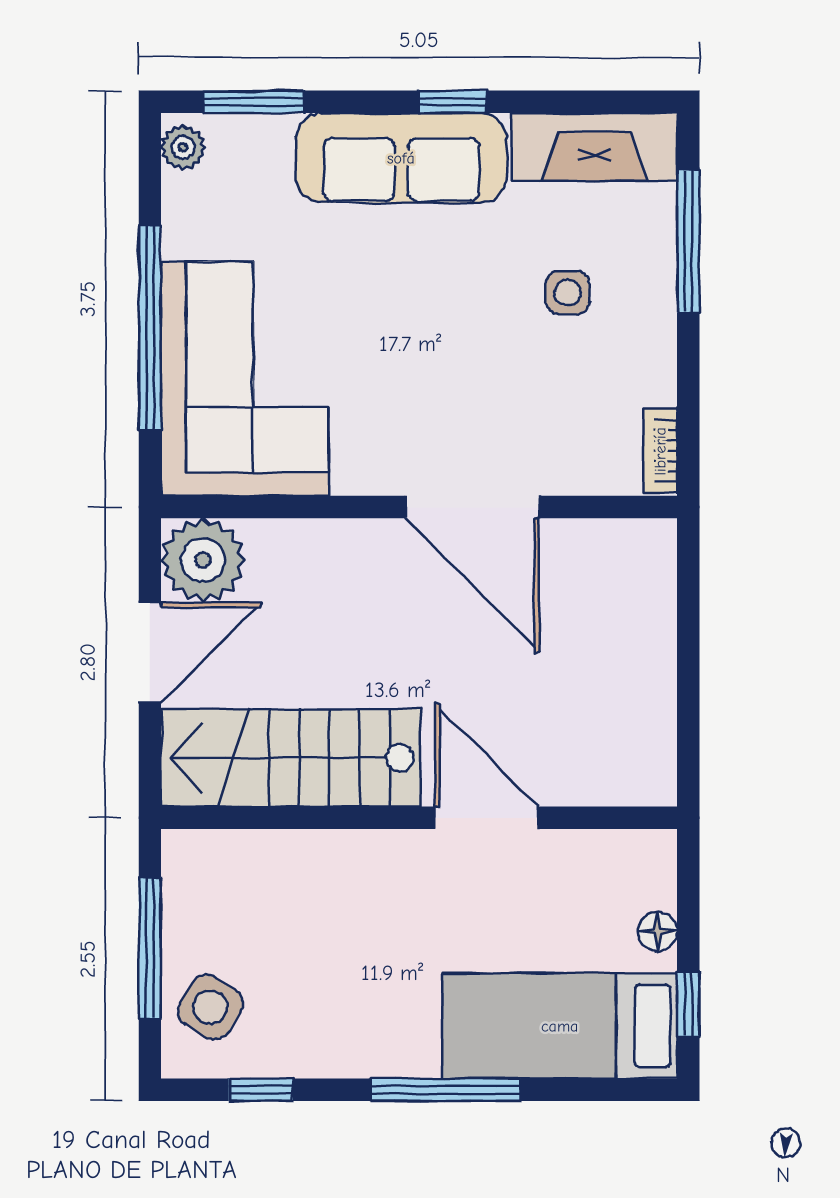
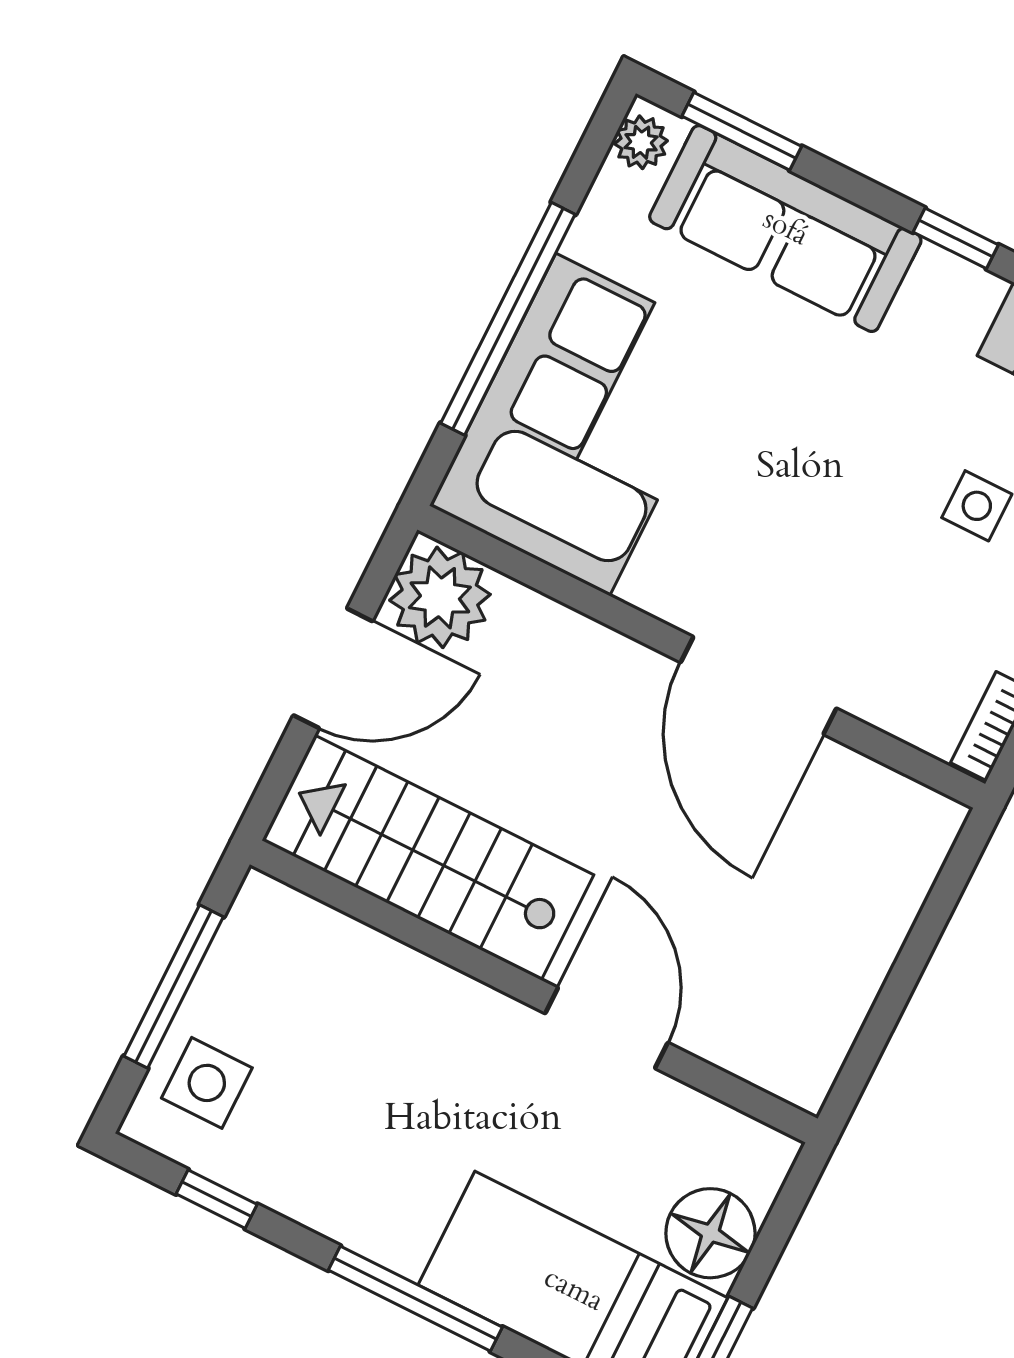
sofa: (401, 158) -> (785, 229), moved
floor lamp: (658, 932) -> (710, 1233), width x1.89, depth x1.89
side table: (210, 1007) -> (207, 1083), turned -32

